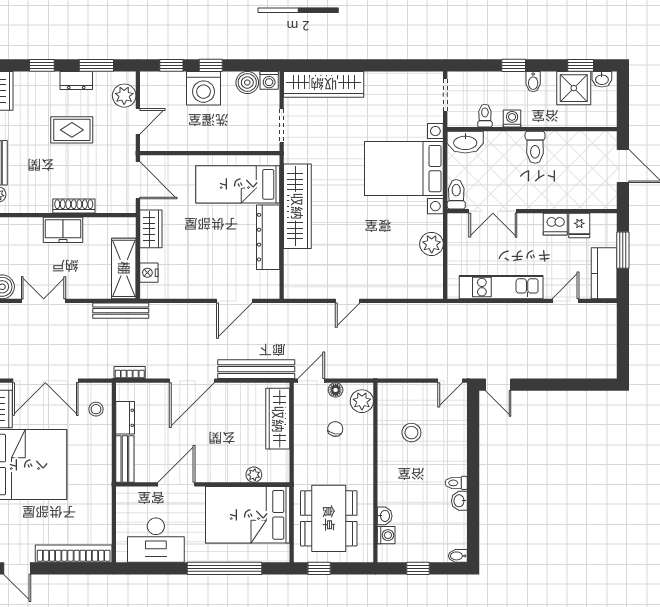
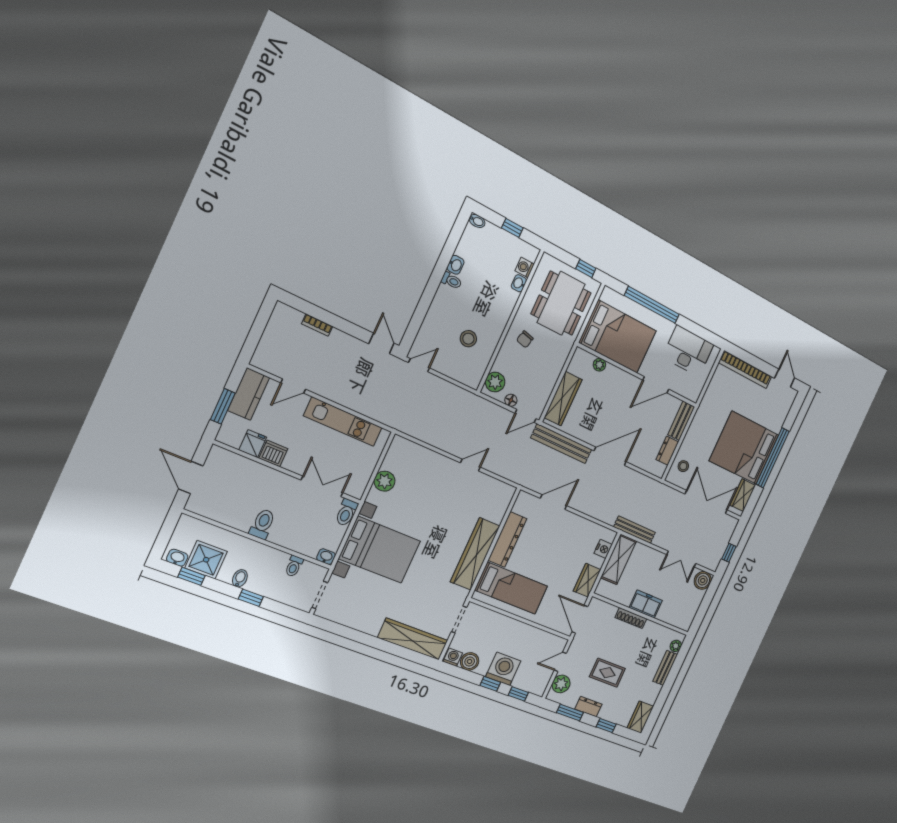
washing machine: (512, 119) -> (272, 555), removed
washbasin: (465, 142) -> (326, 557), width x0.52, depth x0.69
bookcase: (130, 372) -> (317, 325), moved
chair: (335, 429) -> (525, 339), moved

